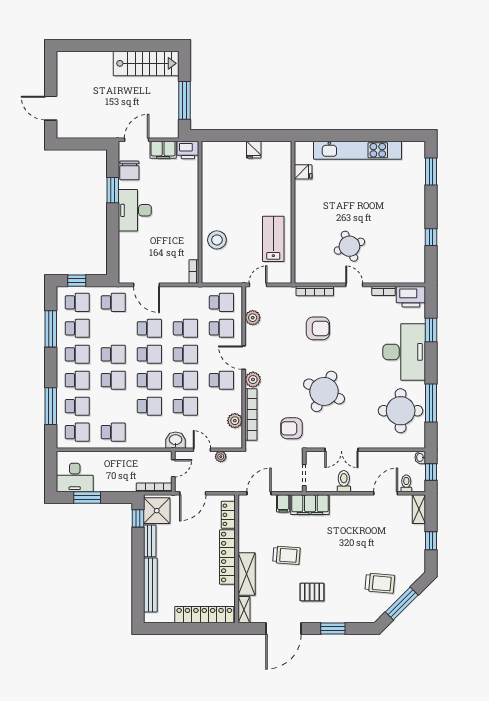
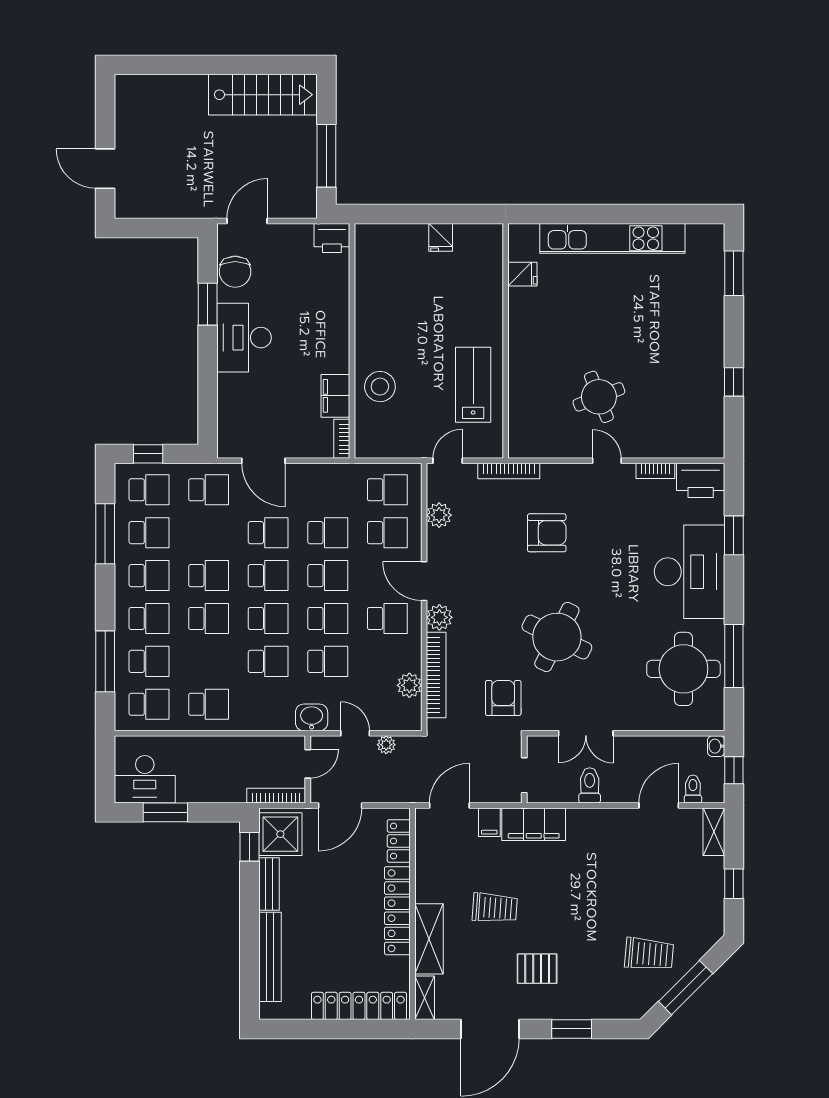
filing cabinet: (163, 150) -> (335, 396), moved, turned 90
bookcase: (315, 291) -> (509, 471), moved
armchair: (292, 428) -> (503, 698), turned 90

